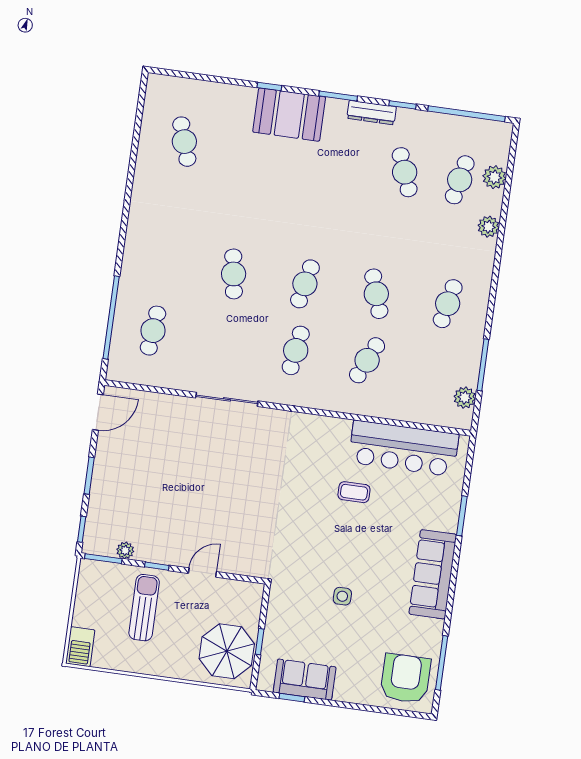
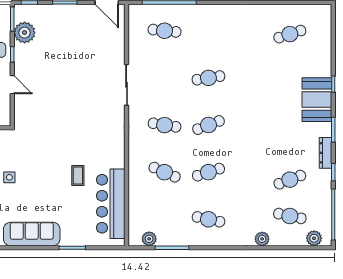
plant: (494, 177) -> (314, 238), moved
cafe table: (305, 284) -> (208, 125), turned -33
plant: (125, 550) -> (25, 33), width x1.88, depth x1.88

